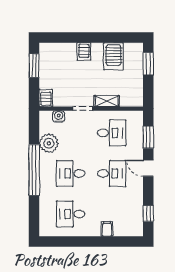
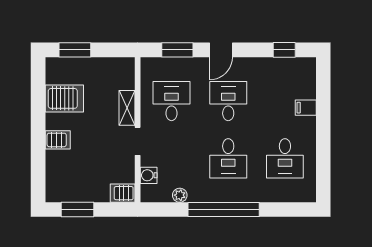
plant: (49, 143) -> (180, 195), width x0.53, depth x0.53

